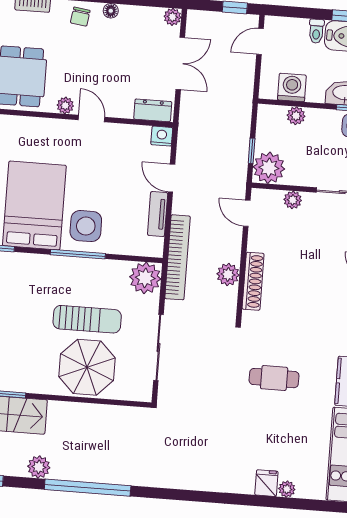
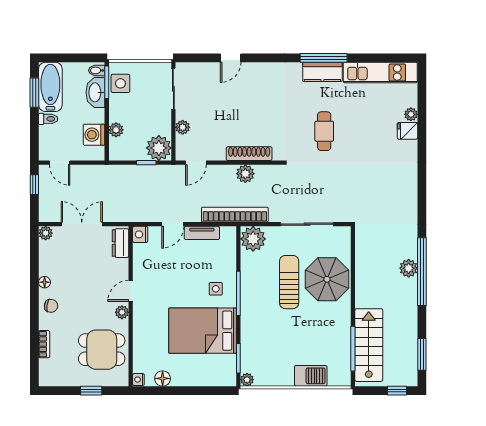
side table: (86, 226) -> (216, 289), width x0.54, depth x0.54
plant: (39, 467) -> (409, 268), moved

